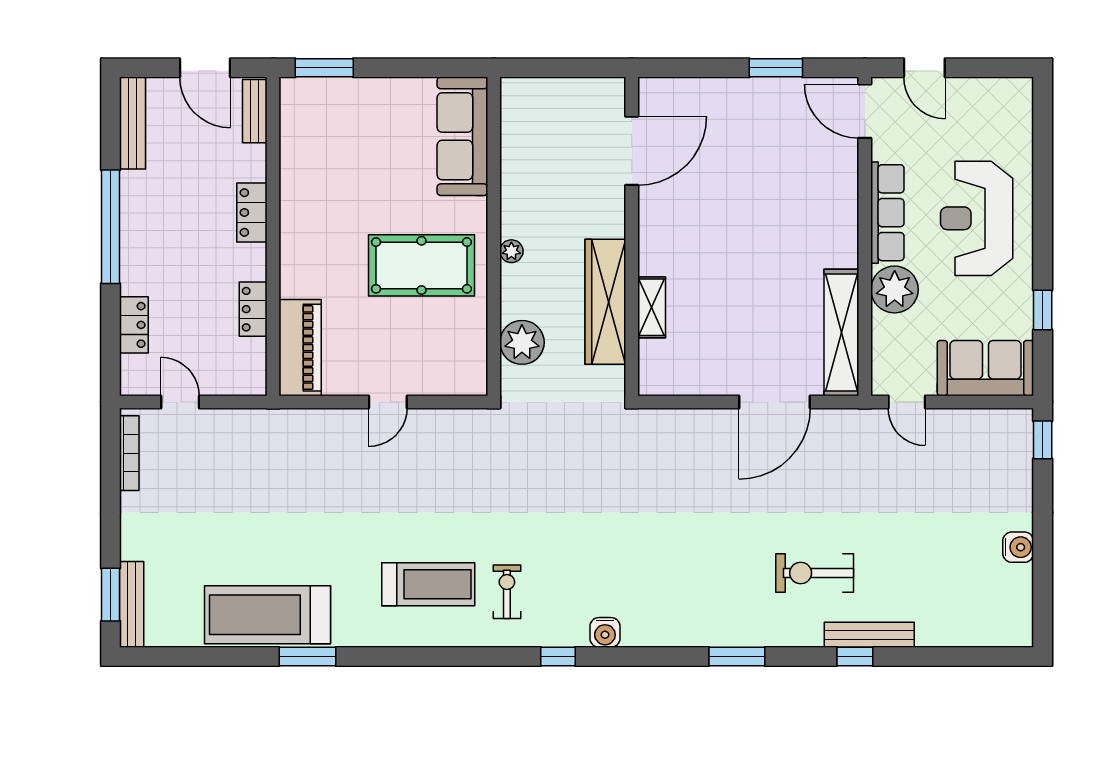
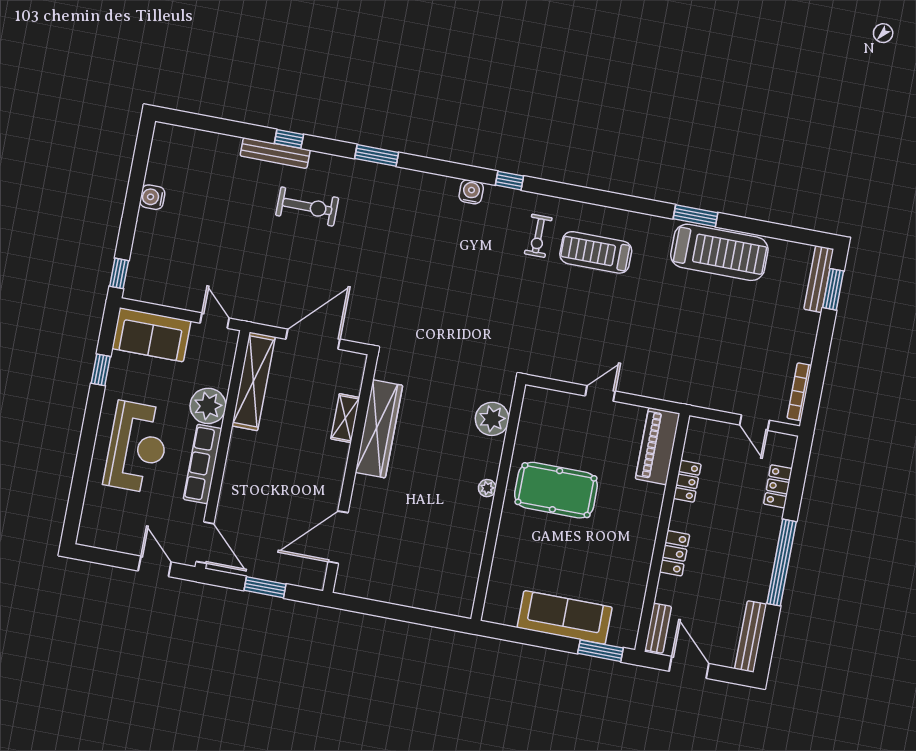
sofa: (462, 136) -> (565, 617), moved, turned -90
door: (632, 151) -> (338, 537), moved
wall: (632, 236) -> (350, 474), moved
wardrobe: (605, 302) -> (379, 429), moved
shelving: (652, 307) -> (345, 418), moved

